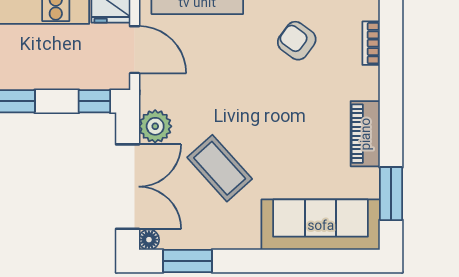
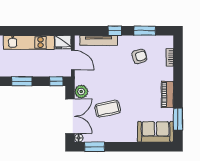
armchair: (297, 41) -> (139, 56), turned 128
coffee table: (220, 168) -> (108, 109), turned -60
sofa: (321, 225) -> (156, 132), width x0.73

